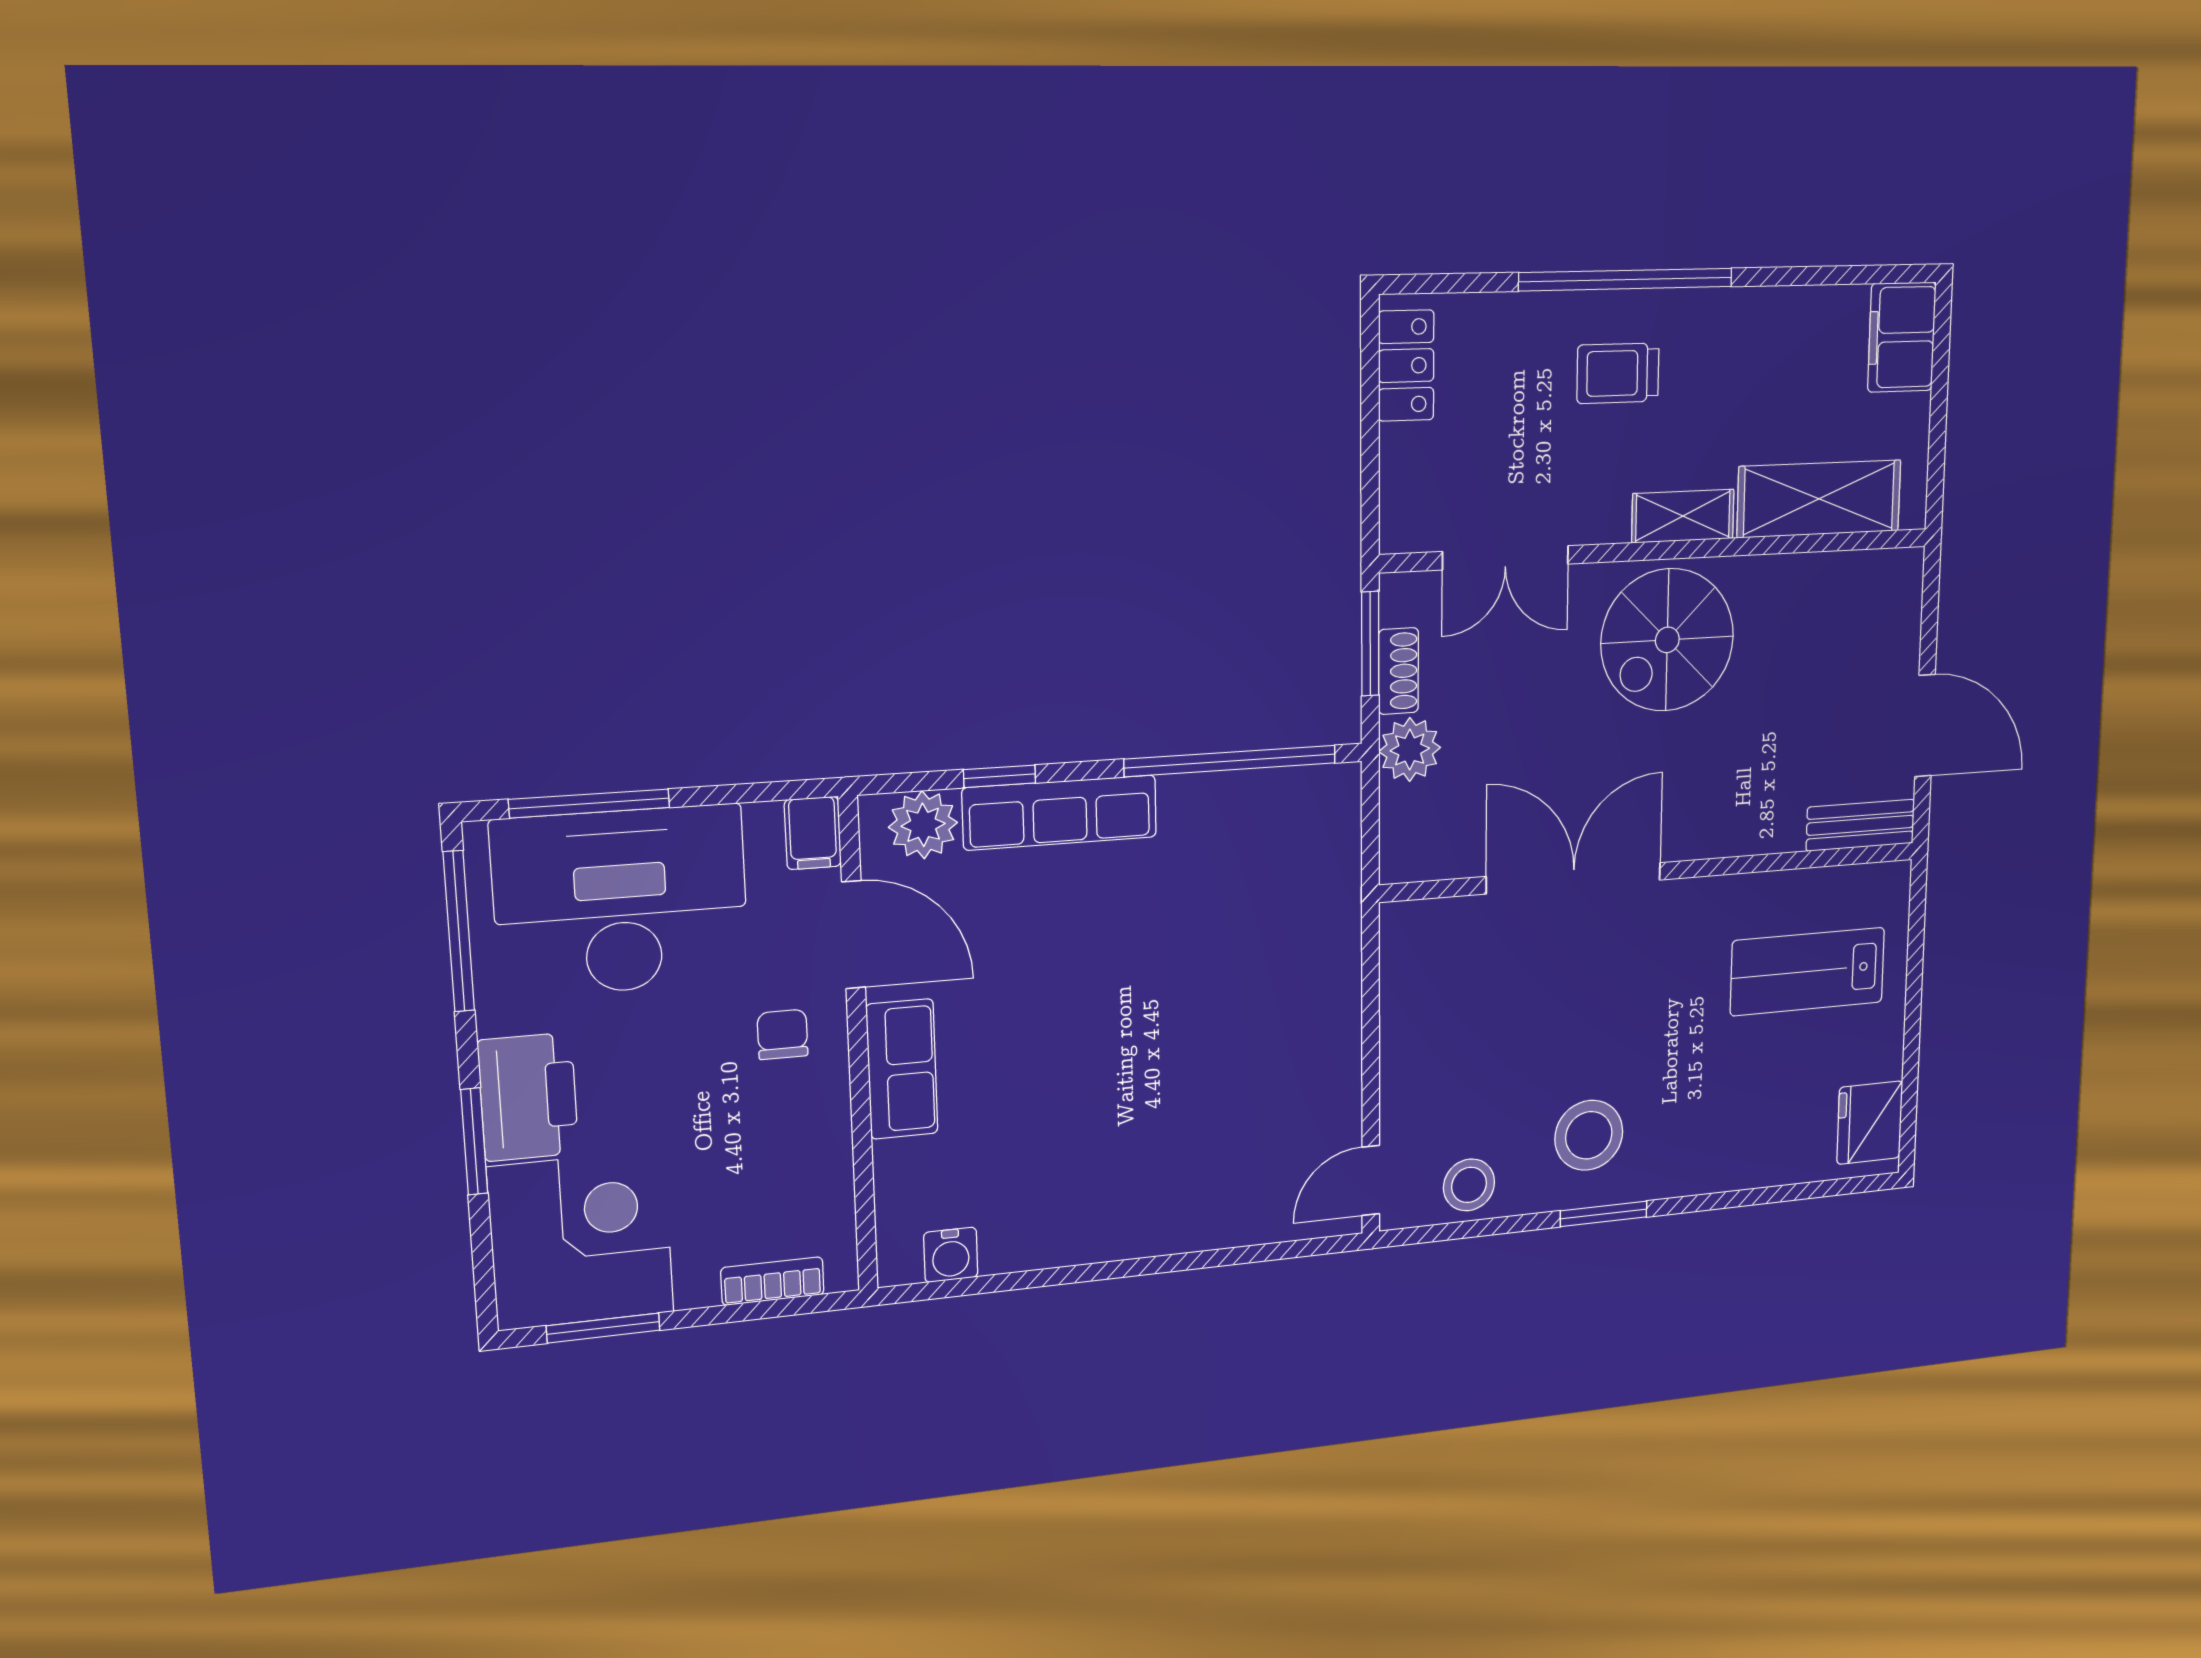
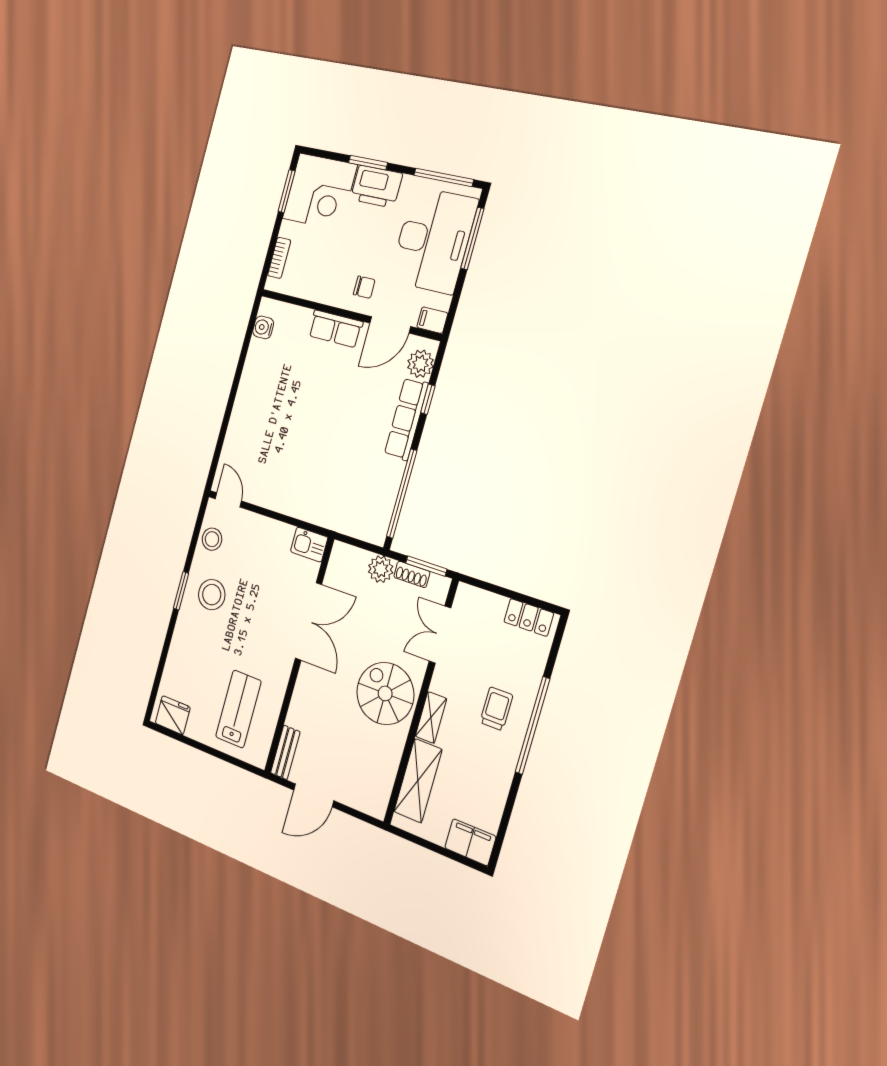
kitchen sink: (1409, 942) -> (309, 545), added

